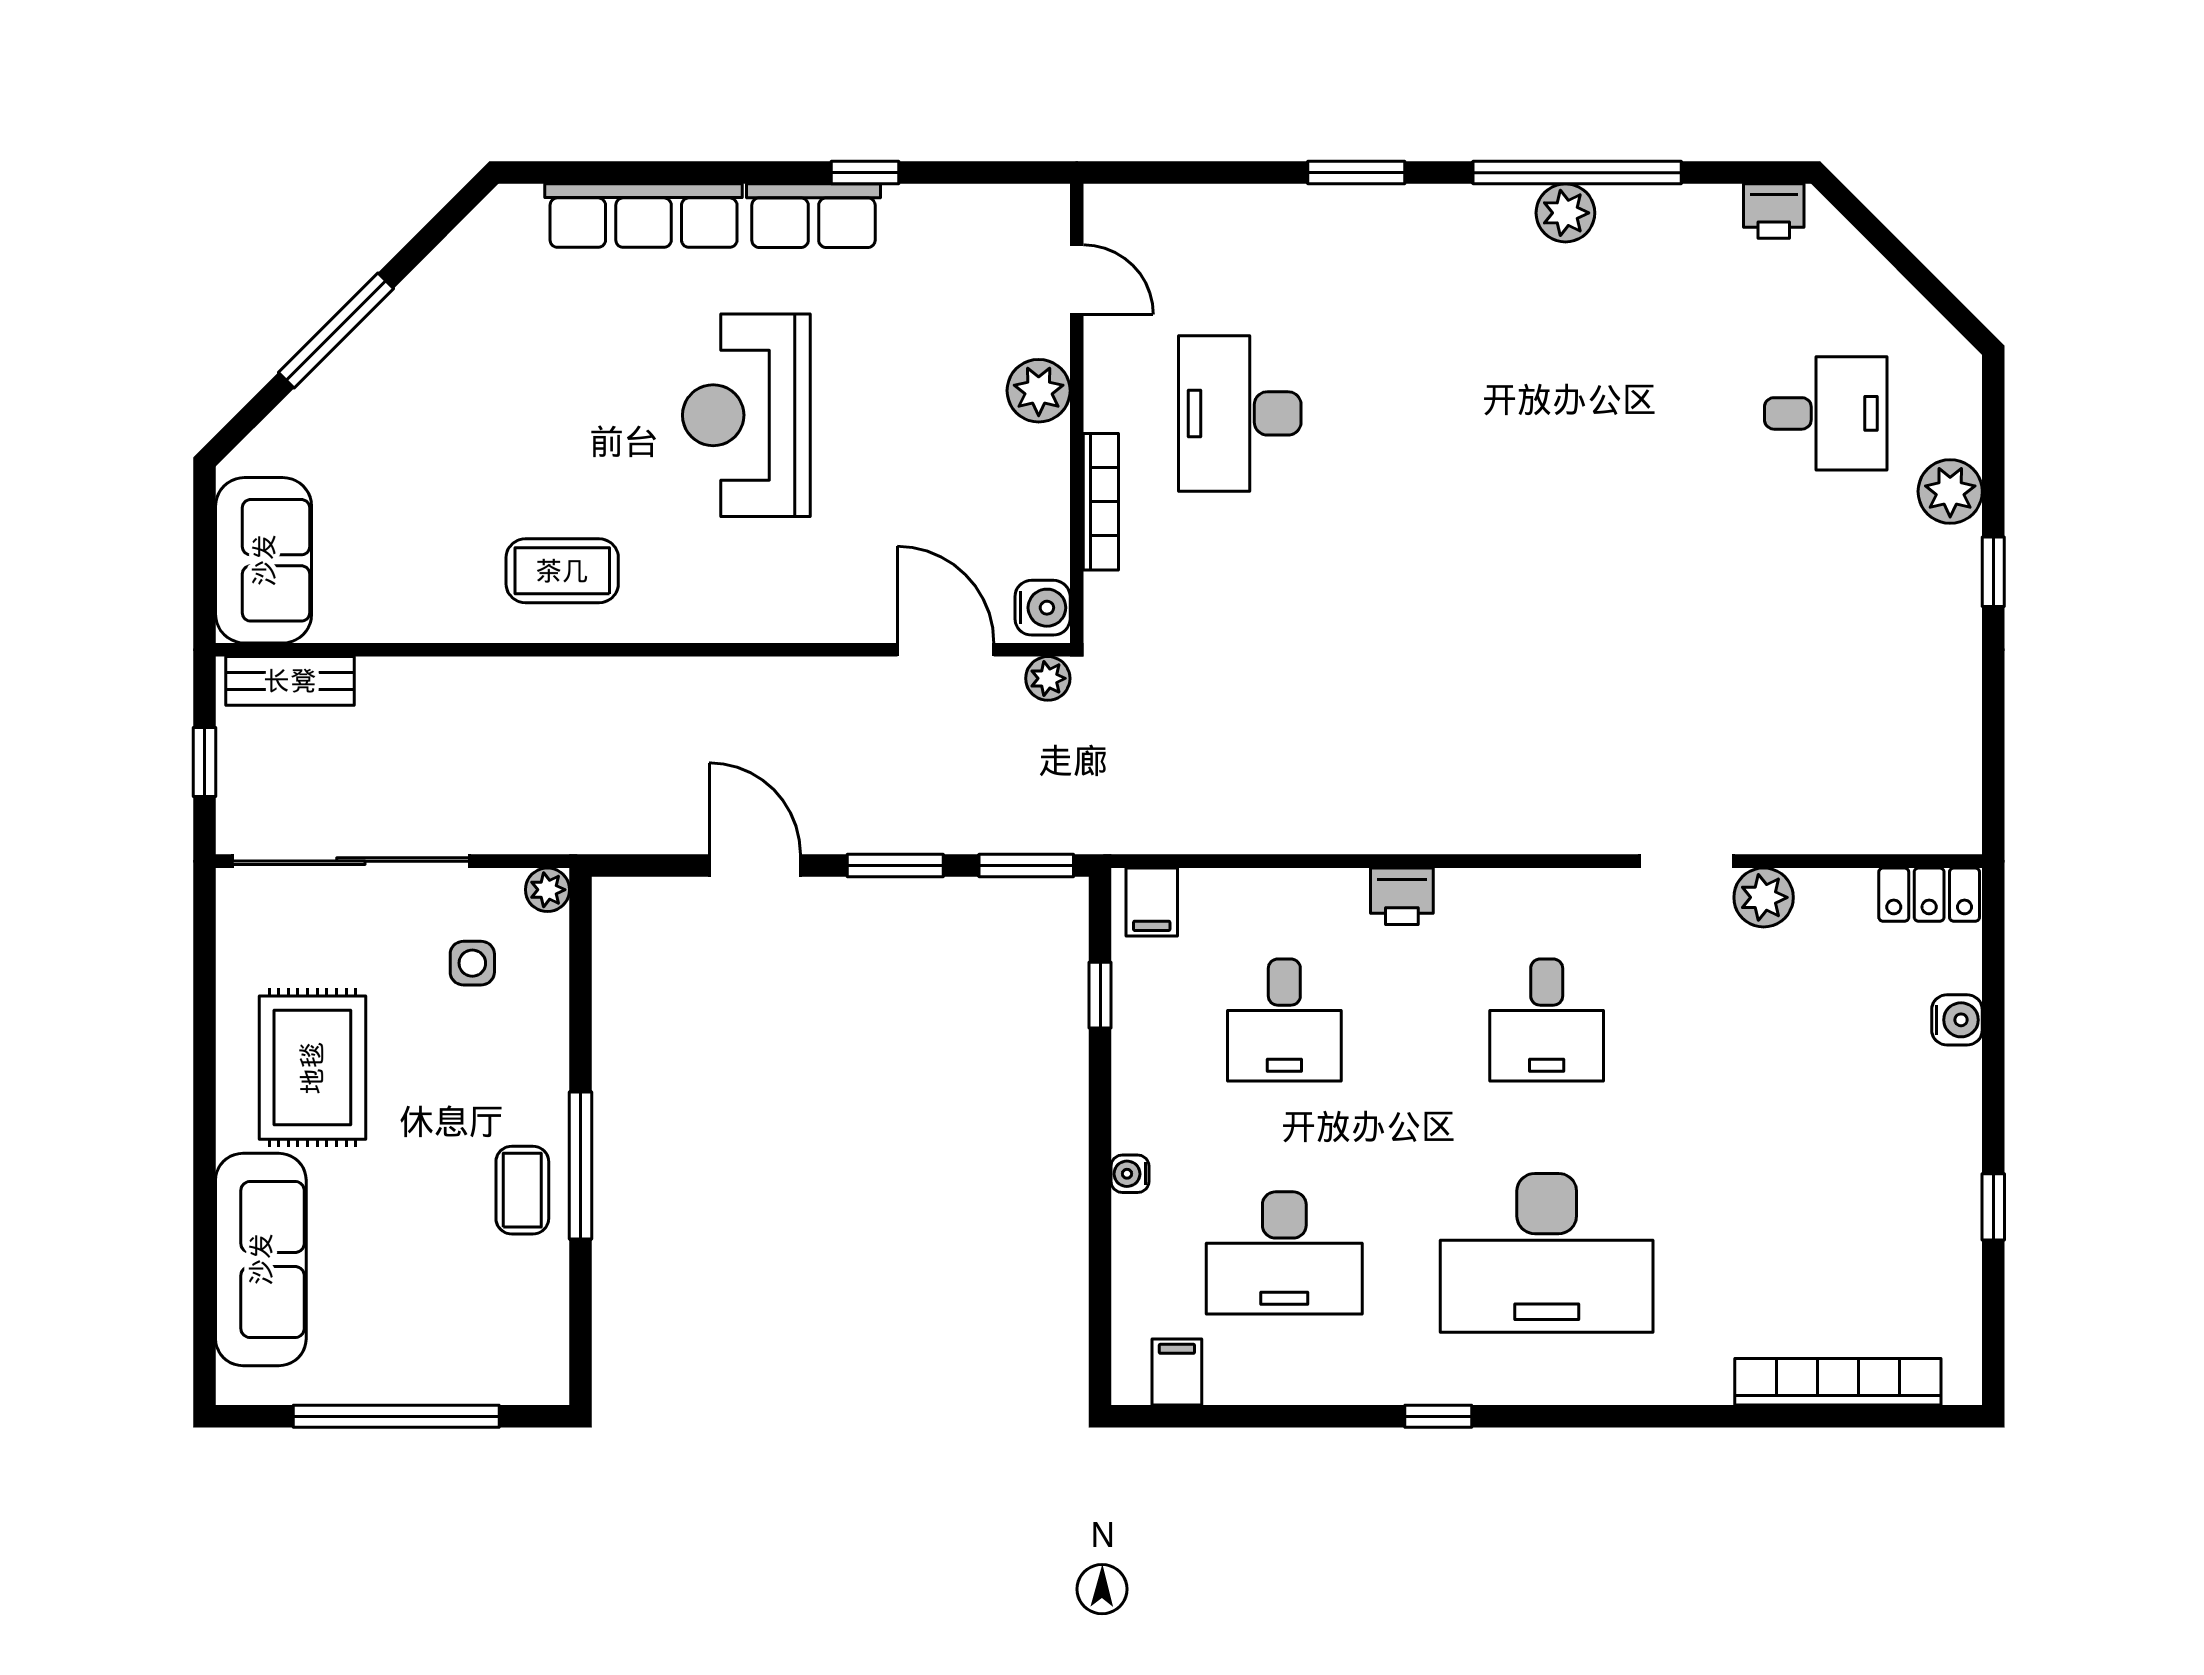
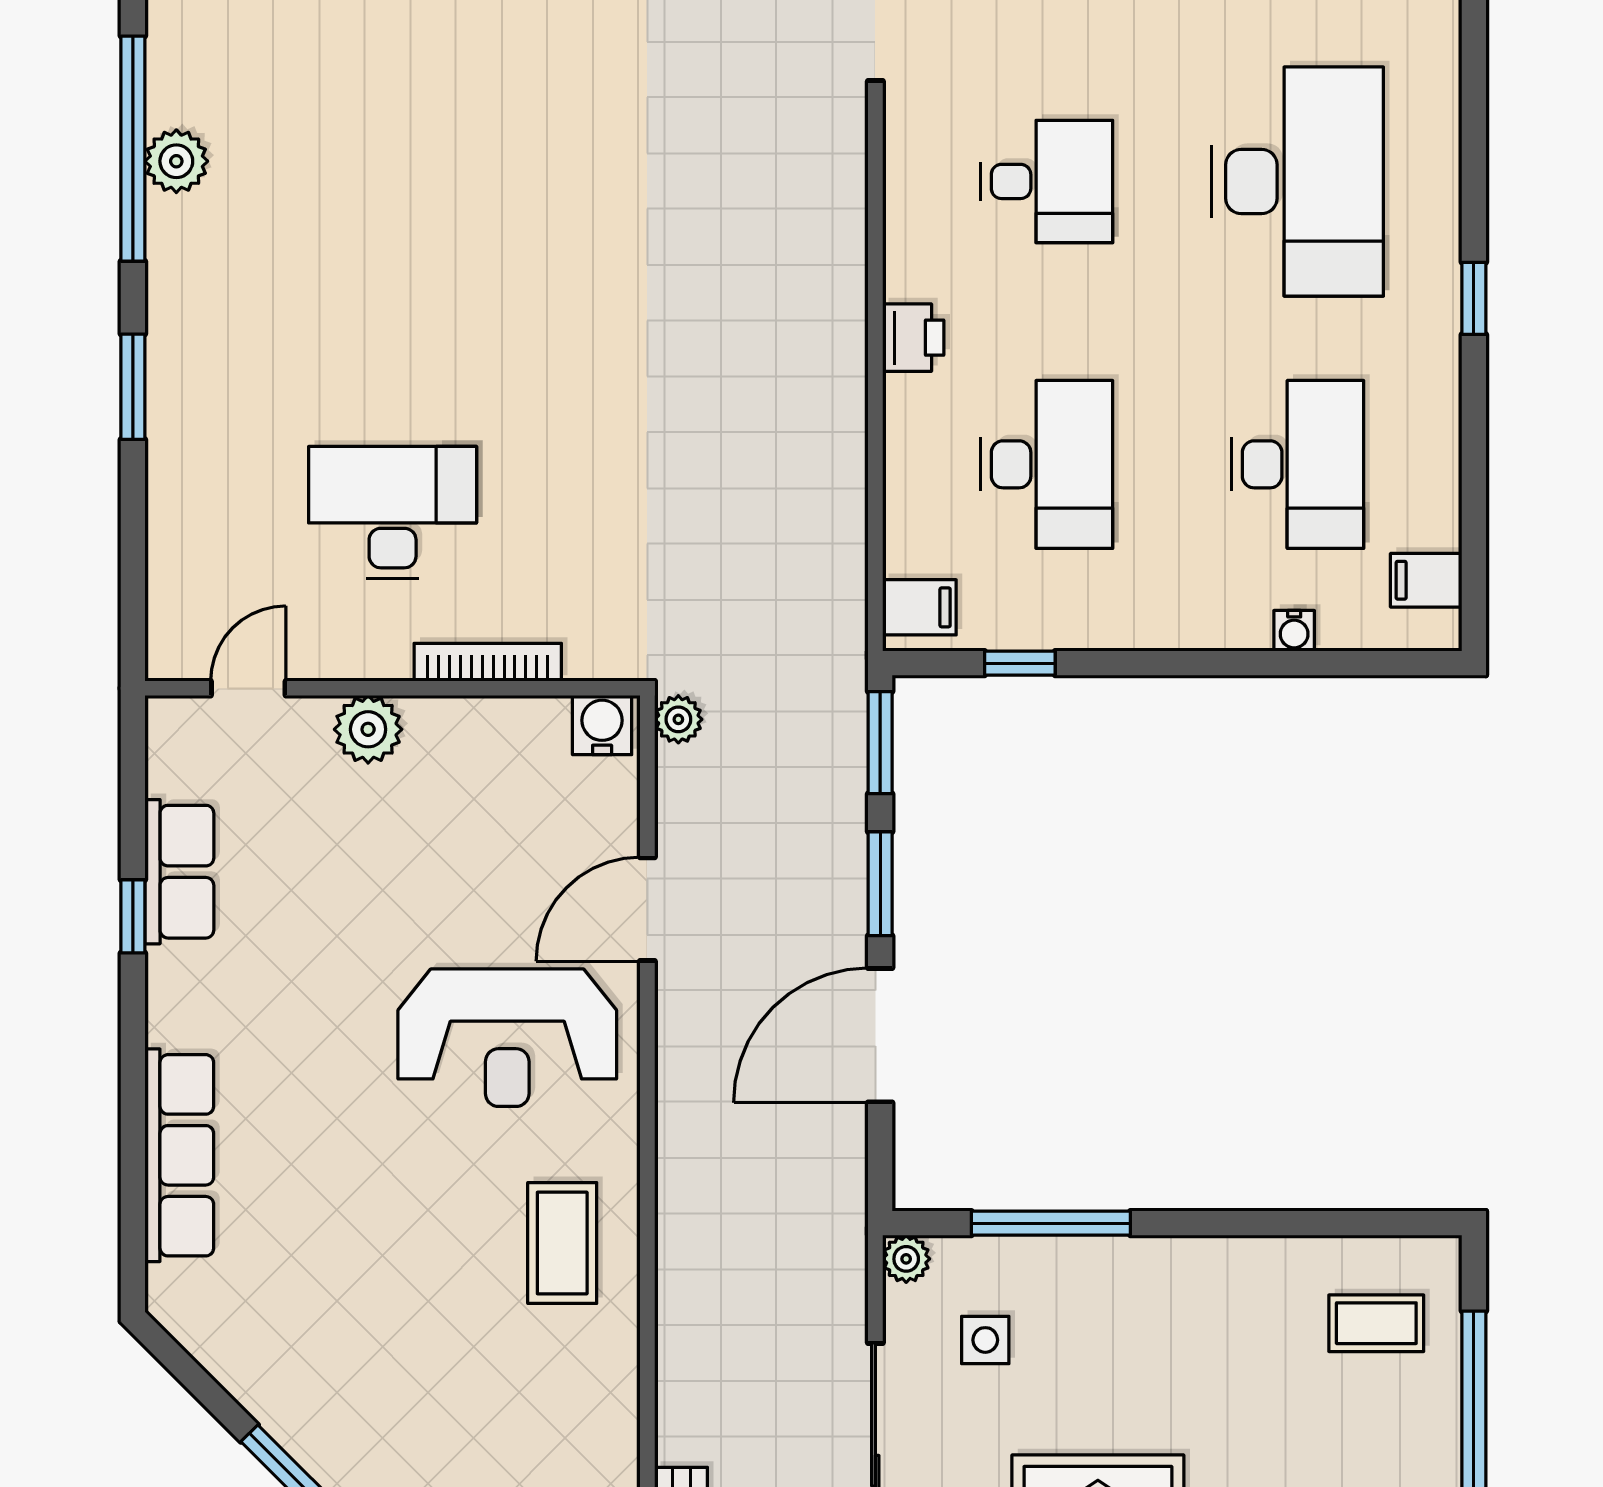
row of seats: (813, 216) -> (179, 872), moved
desk: (1240, 413) -> (393, 512), turned 180
reception desk: (746, 415) -> (507, 1038), moved
door: (946, 650) -> (647, 909), moved
door: (755, 866) -> (880, 1035), width x1.36
desk: (1284, 1020) -> (1047, 464), width x1.37
window: (581, 1166) -> (1051, 1223), moved
water cooler: (1130, 1174) -> (1294, 631), moved
coffee table: (522, 1190) -> (1376, 1323), moved

